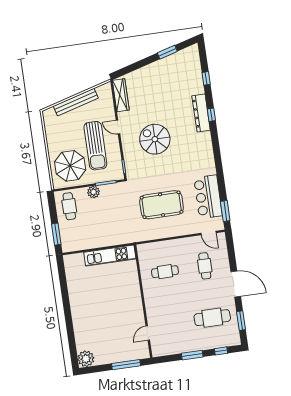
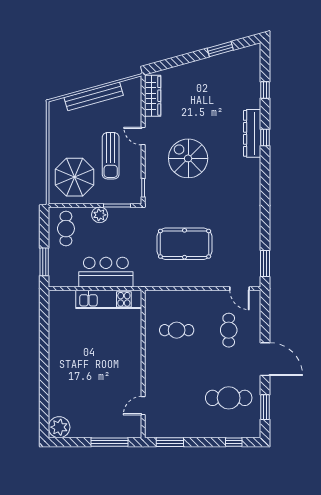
sun lounger: (95, 146) -> (111, 156), width x0.73, depth x0.75
bar counter: (208, 197) -> (106, 272), moved, turned 90
window: (192, 355) -> (170, 442), moved

